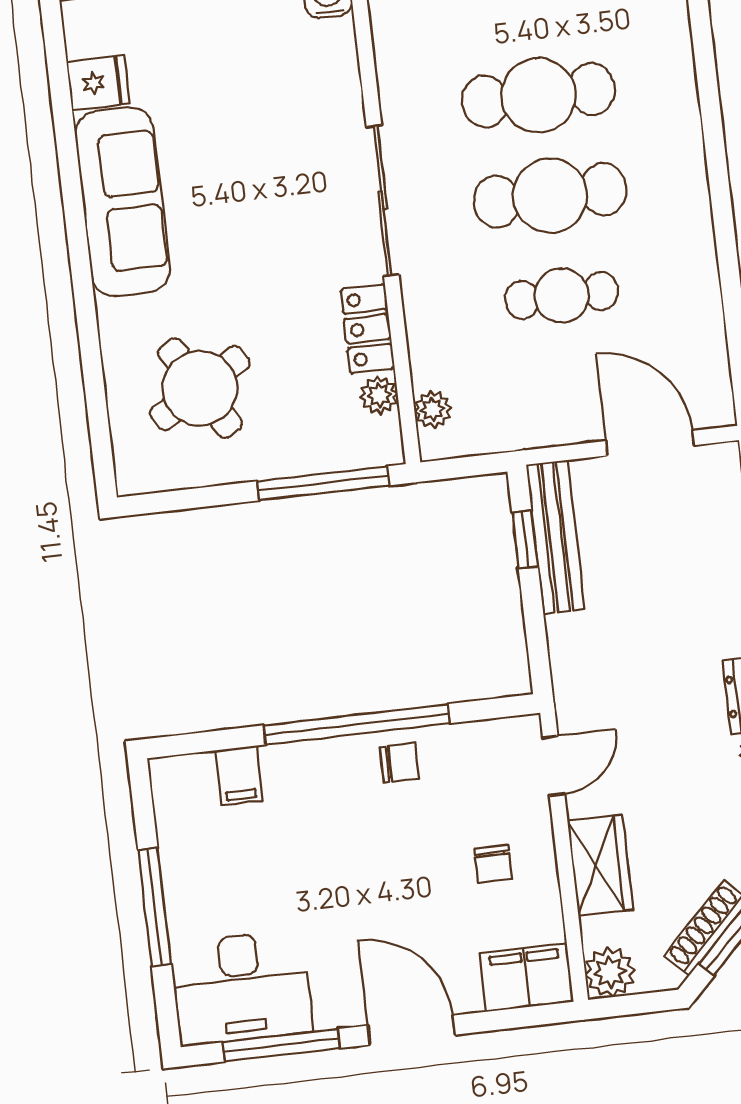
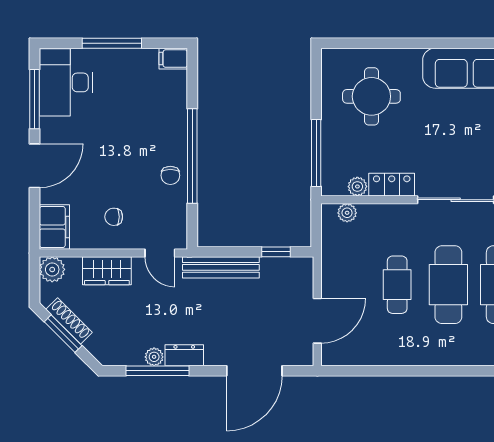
round table: (200, 388) -> (371, 96), turned 31
bench: (556, 537) -> (221, 267), moved
filing cabinet: (239, 775) -> (173, 59), moved

